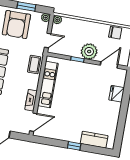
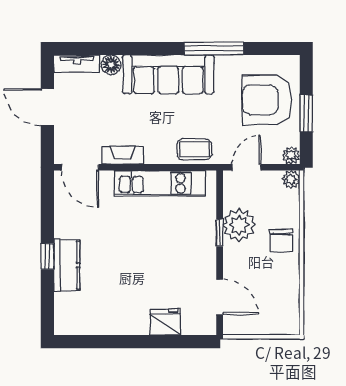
chair: (115, 33) -> (281, 241), moved
door: (48, 41) -> (246, 167), swing flipped
plant: (89, 52) -> (239, 225), moved
kitchen counter: (94, 140) -> (67, 265), moved

